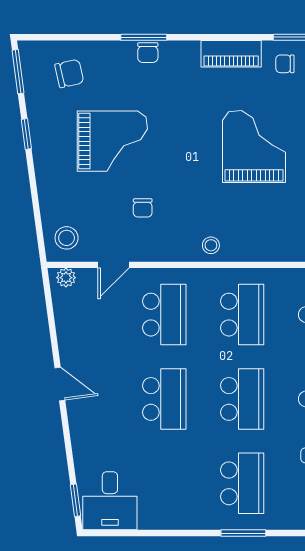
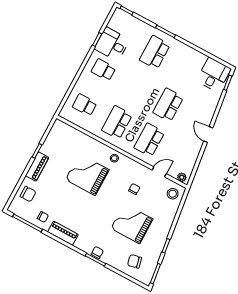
grand piano: (254, 146) -> (87, 175), moved, turned 90
school desk: (242, 399) -> (136, 87), removed

